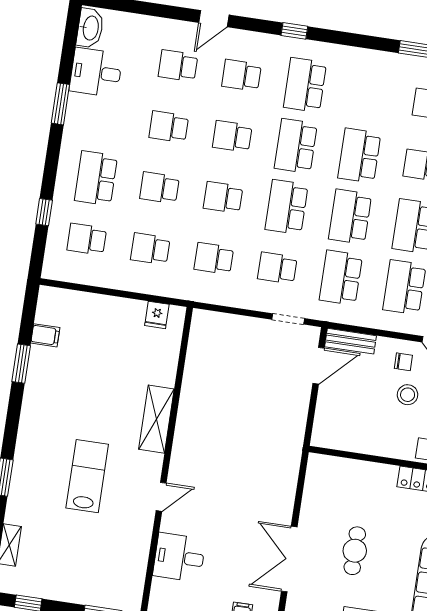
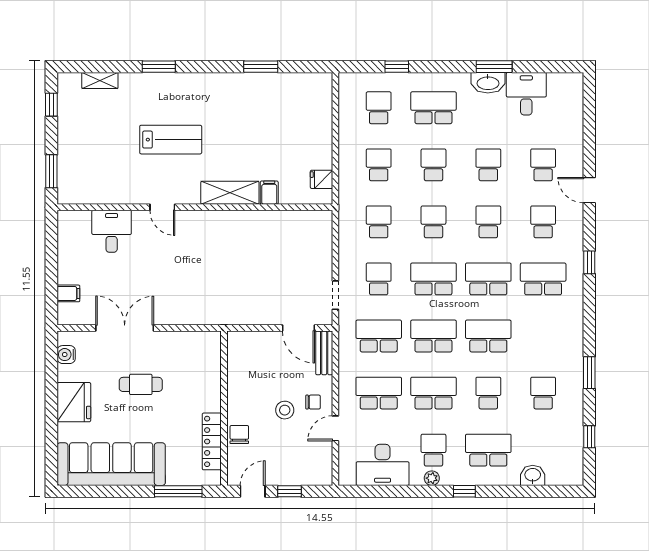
washbasin: (90, 28) -> (488, 83), moved
filing cabinet: (45, 335) -> (269, 193), moved, turned 180
chair: (403, 362) -> (313, 402), turned -90

